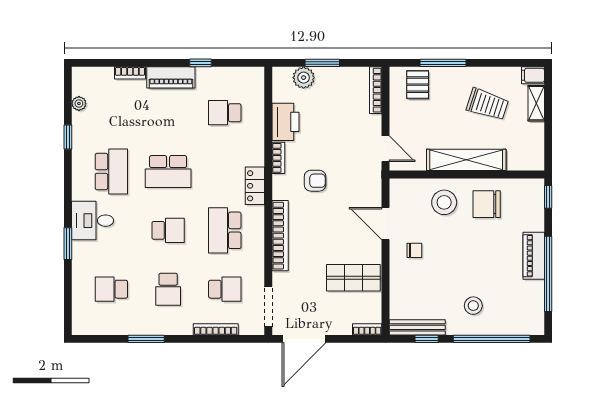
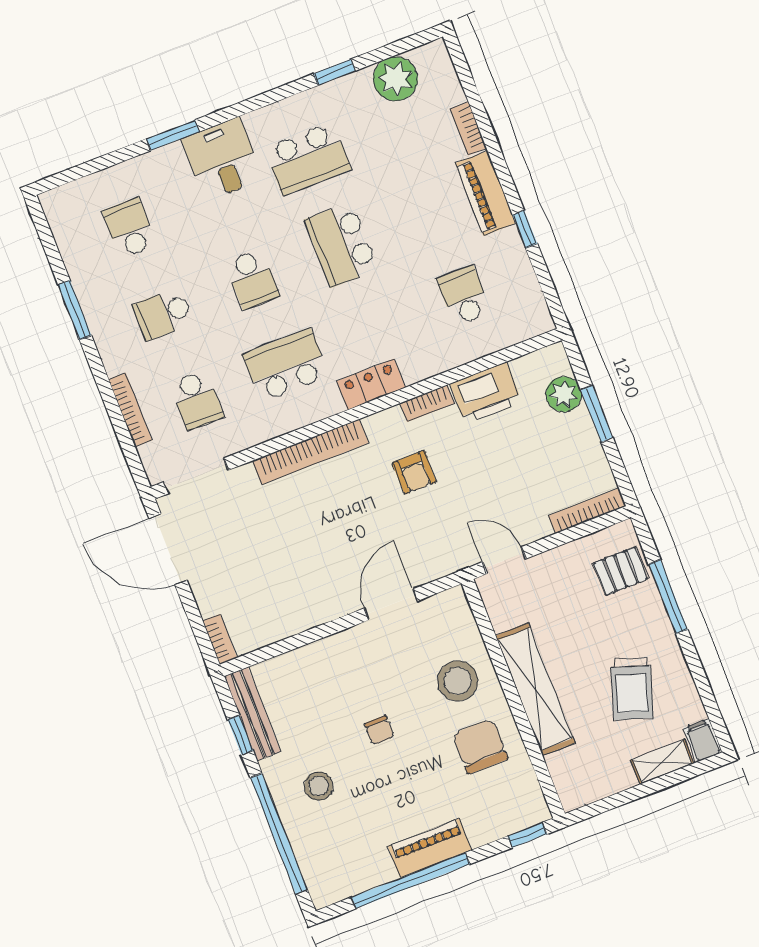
plant: (79, 104) -> (395, 79), width x1.87, depth x1.87
door: (385, 149) -> (504, 560), swing flipped
chair: (414, 250) -> (379, 730), moved
shop shelf: (353, 278) -> (290, 588), removed

